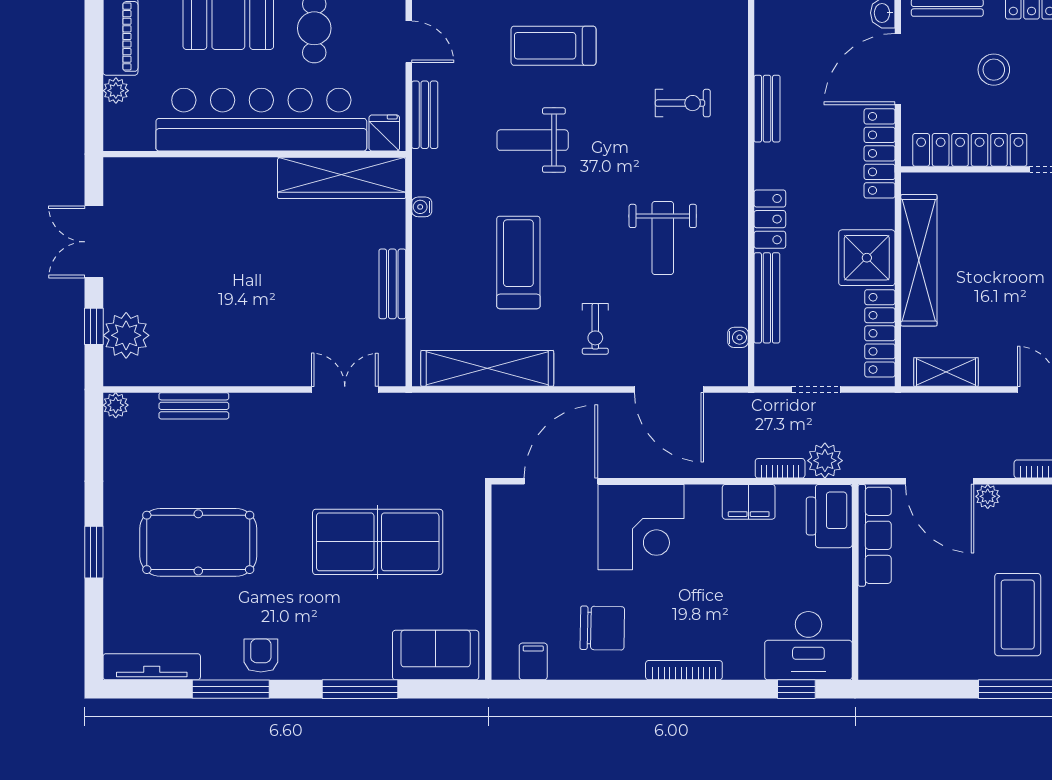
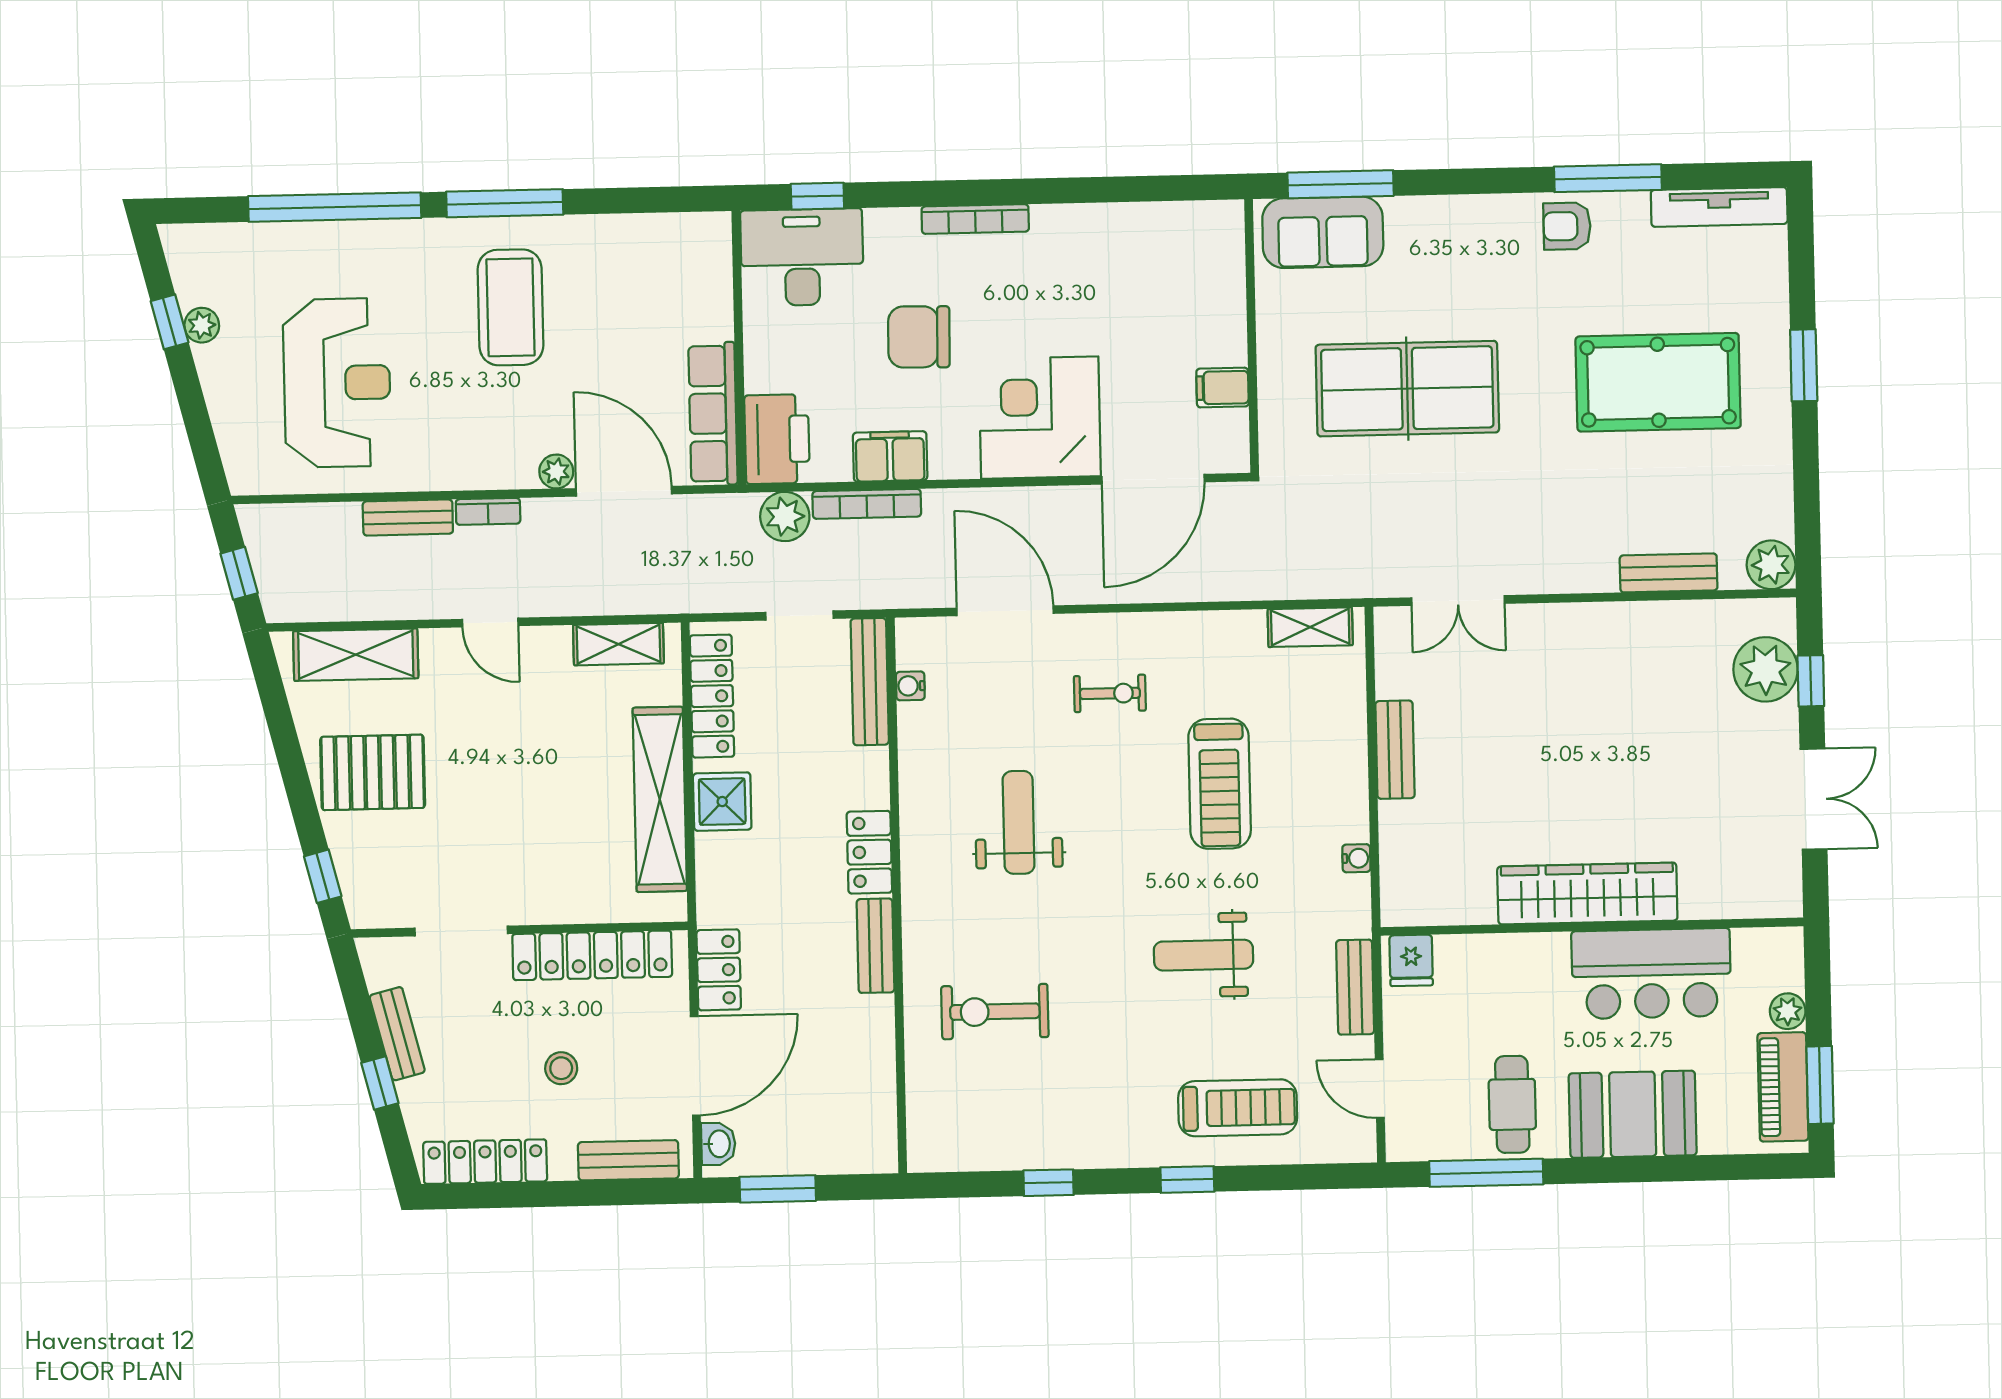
window: (94, 37) -> (1820, 1085), added
treadmill: (554, 46) -> (1238, 1108), moved
stool: (994, 70) -> (561, 1068), width x0.73, depth x0.73
exercise bike: (683, 103) -> (995, 1012), width x1.38, depth x1.39
bench: (767, 109) -> (875, 946), moved
bar counter: (261, 120) -> (1651, 974), width x0.54
weight bench: (533, 140) -> (1204, 955), turned 180
locker: (880, 153) -> (719, 970), width x0.66
wardrobe: (342, 178) -> (1587, 893), moved
shower: (867, 258) -> (722, 802), width x0.73, depth x0.73
bench: (767, 298) -> (870, 682), moved
exercise bike: (595, 329) -> (1110, 693), turned 90
shelving: (487, 368) -> (1310, 627), width x0.45, depth x0.75
plant: (116, 405) -> (1771, 565), width x1.38, depth x1.38
bookcase: (780, 468) -> (867, 504), width x1.56
chair: (602, 628) -> (919, 337), moved
armchair: (261, 656) -> (1567, 226), turned 90
filing cabinet: (533, 661) -> (1223, 388), moved, turned 90
window: (360, 689) -> (1341, 184), moved

